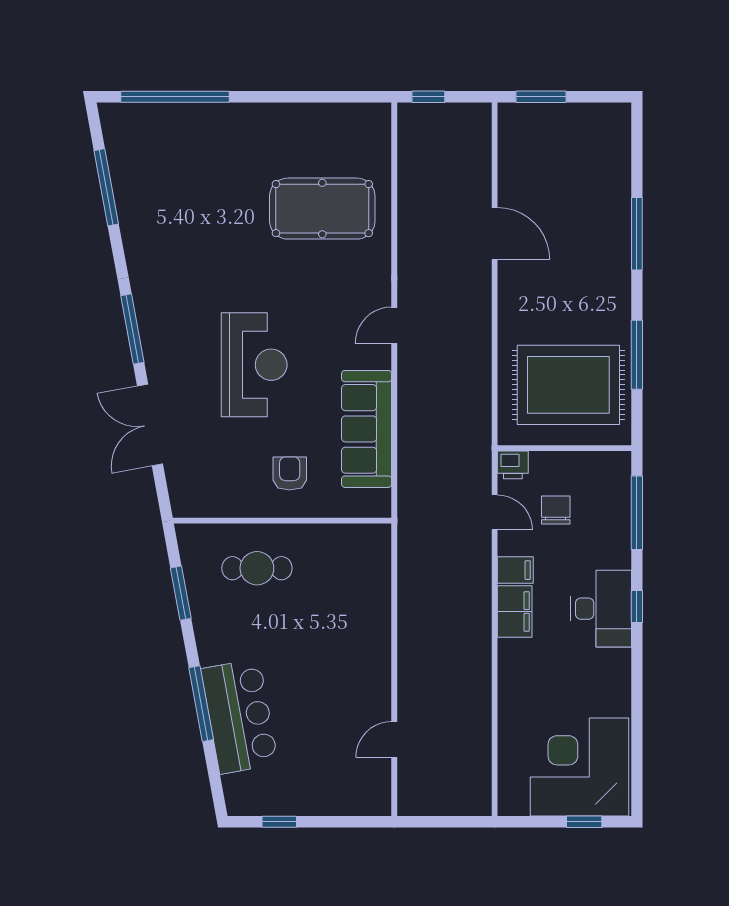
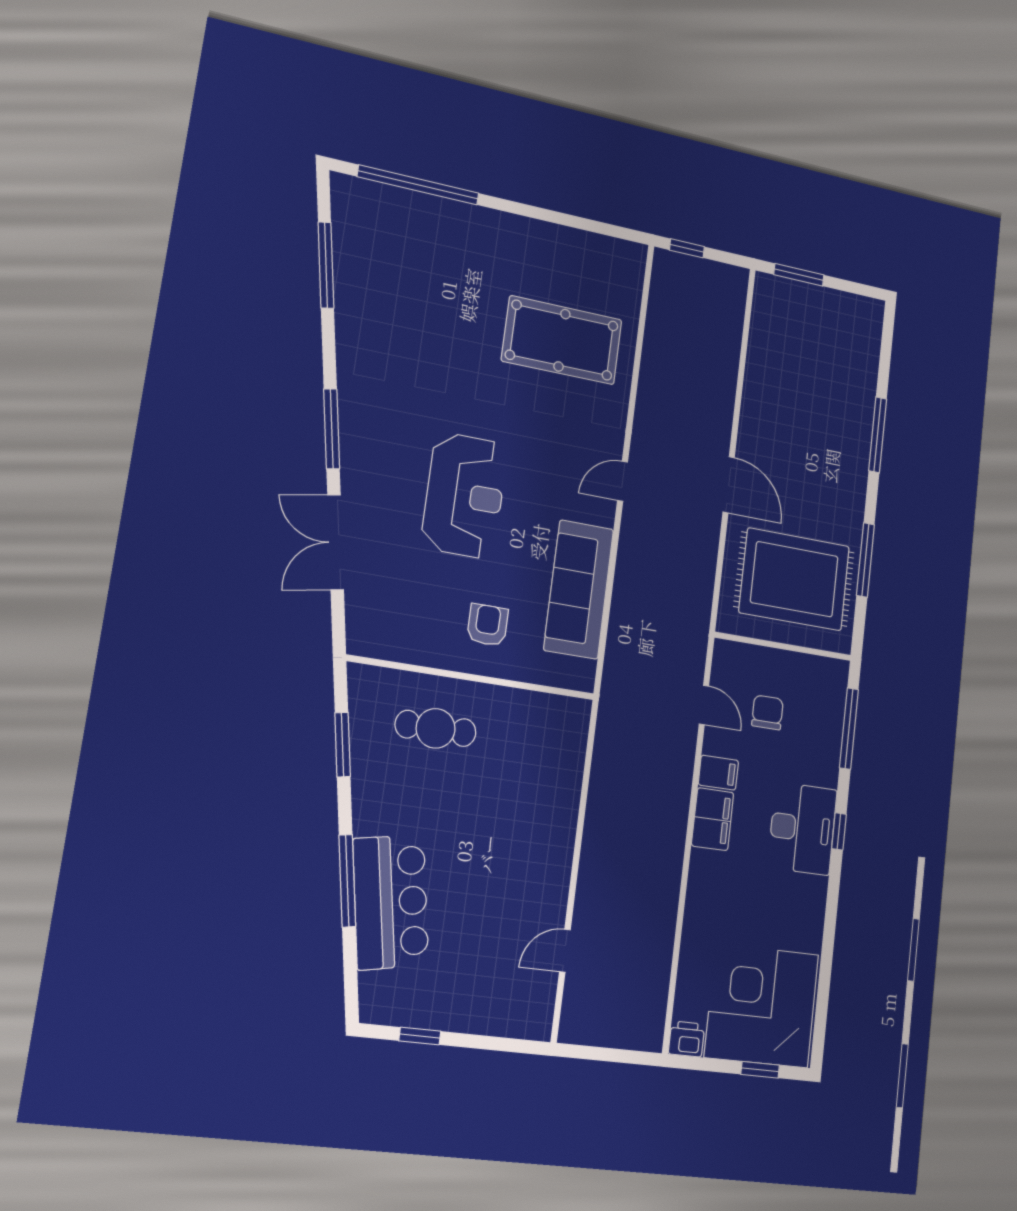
door: (495, 233) -> (729, 485), moved
printer: (513, 465) -> (686, 1039), moved, turned 180

